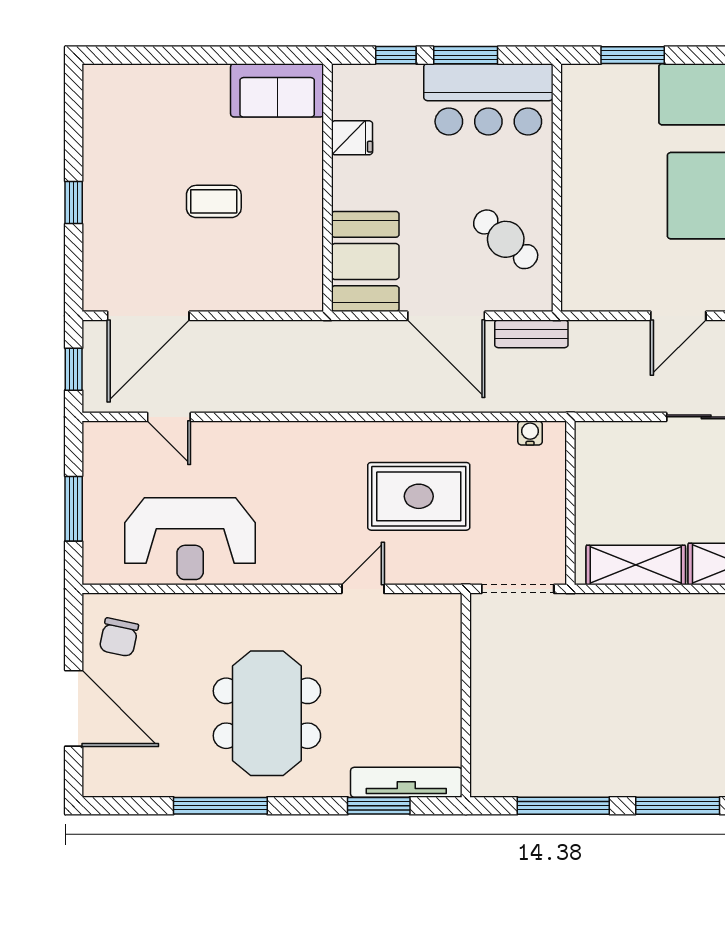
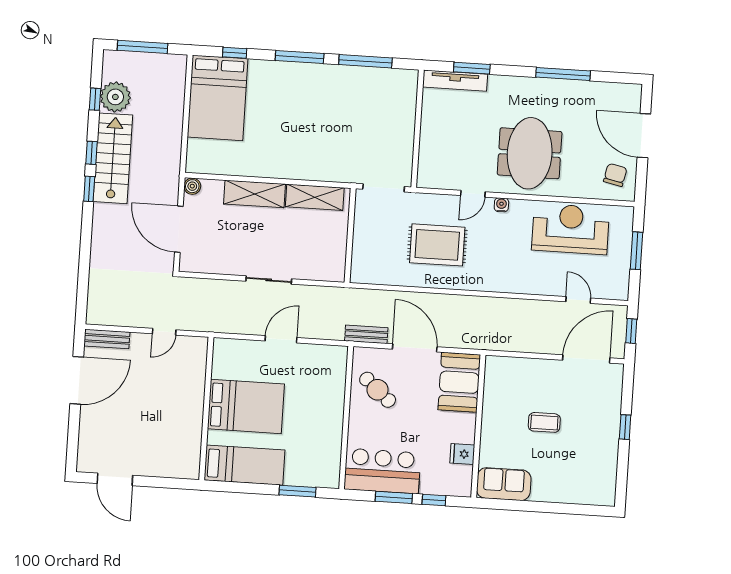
water cooler: (530, 433) -> (501, 205), moved, turned 180
meeting table: (267, 713) -> (530, 153), moved

